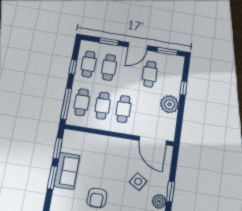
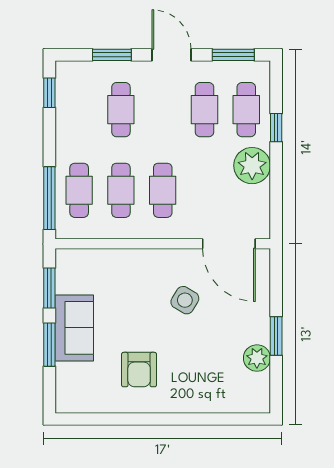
door: (138, 46) -> (171, 55), swing flipped
cafe table: (89, 64) -> (246, 110), moved
window: (73, 67) -> (49, 93), moved
side table: (138, 182) -> (185, 300), moved

